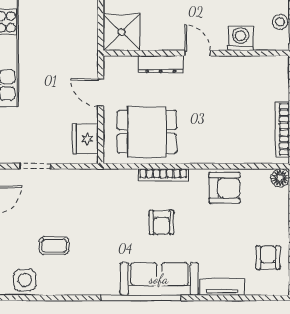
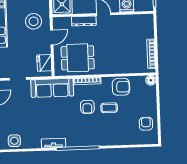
stool: (68, 62) -> (34, 21), added
door: (101, 92) -> (52, 37), swing flipped
coffee table: (54, 246) -> (109, 108), moved
sofa: (159, 279) -> (52, 88), moved, turned 180
tv unit: (222, 287) -> (54, 143), moved

